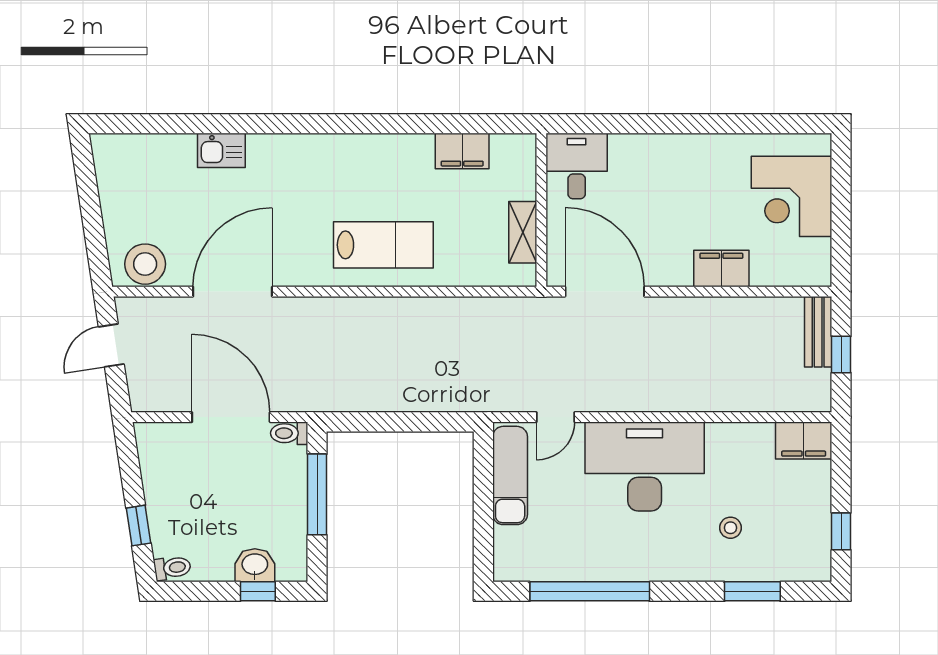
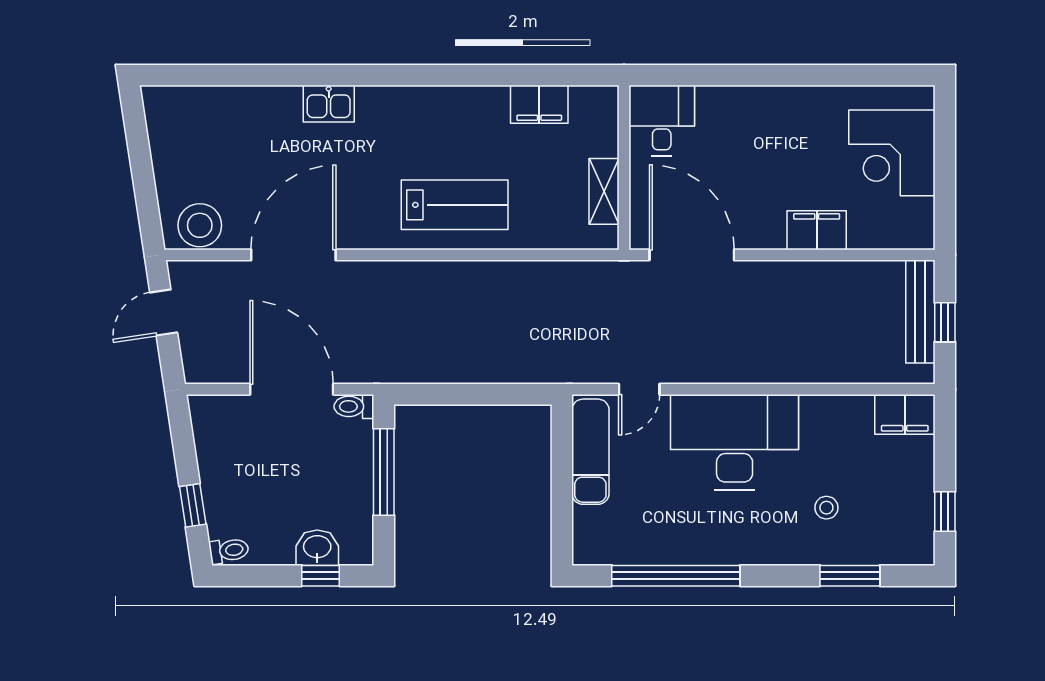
kitchen sink: (221, 150) -> (329, 104), moved
bench: (818, 332) -> (920, 312), width x1.36

